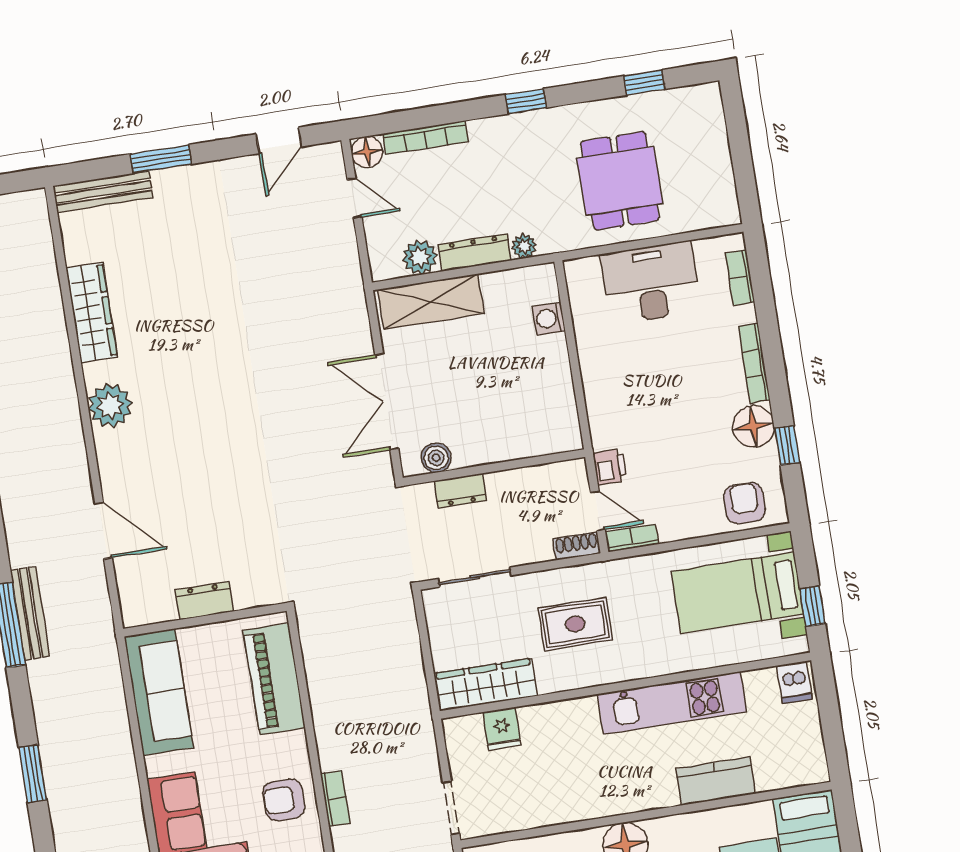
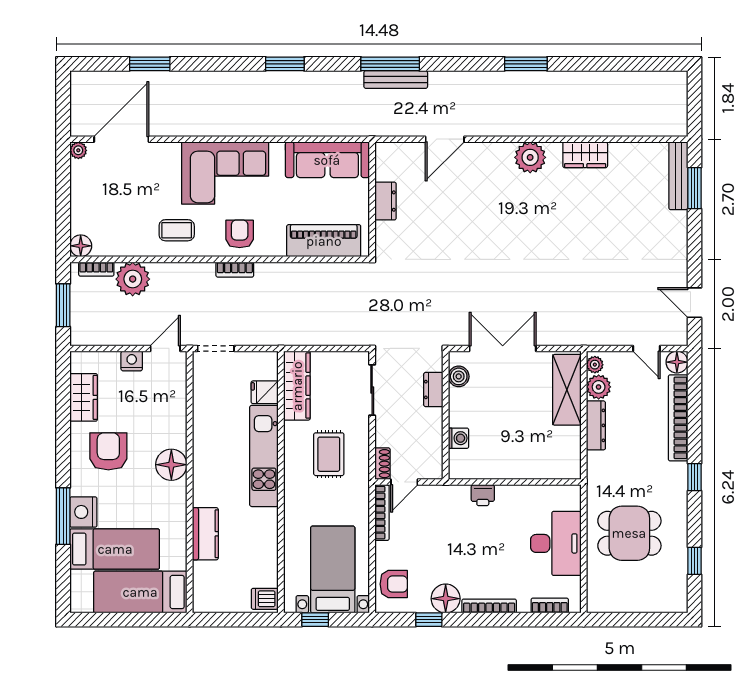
bookcase: (425, 138) -> (678, 418), width x1.48, depth x1.31
window: (161, 159) -> (695, 188), moved
door: (354, 198) -> (646, 348), hinge flipped
plant: (524, 246) -> (595, 365), moved
wardrobe: (92, 313) -> (585, 155), width x0.67
washing machine: (549, 318) -> (458, 438), moved, turned 90
printer: (610, 467) -> (483, 495), moved
bookcase: (632, 538) -> (382, 513), width x1.56
kitchen unit: (672, 703) -> (264, 456), moved

